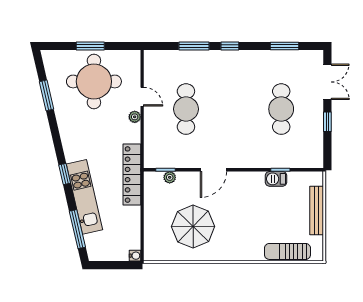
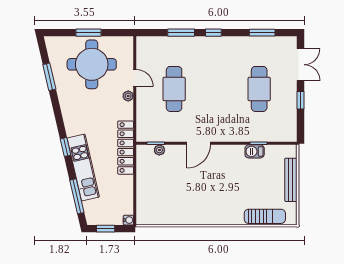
parasol: (193, 227) -> (180, 194), removed
sun lounger: (287, 251) -> (265, 216), turned 180
window: (109, 265) -> (106, 229), added

